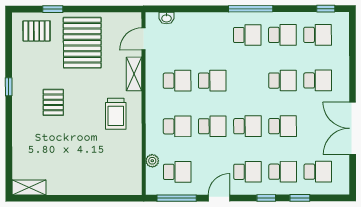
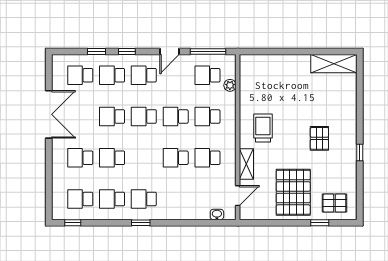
window: (251, 9) -> (141, 223), width x0.46
shelving: (29, 188) -> (334, 64), width x1.50, depth x1.33

